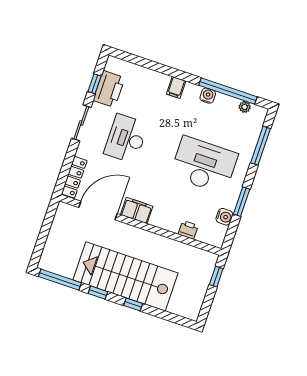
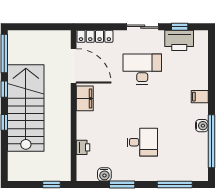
plant: (245, 107) -> (203, 160), removed
desk: (204, 165) -> (142, 142), width x0.53, depth x0.77

